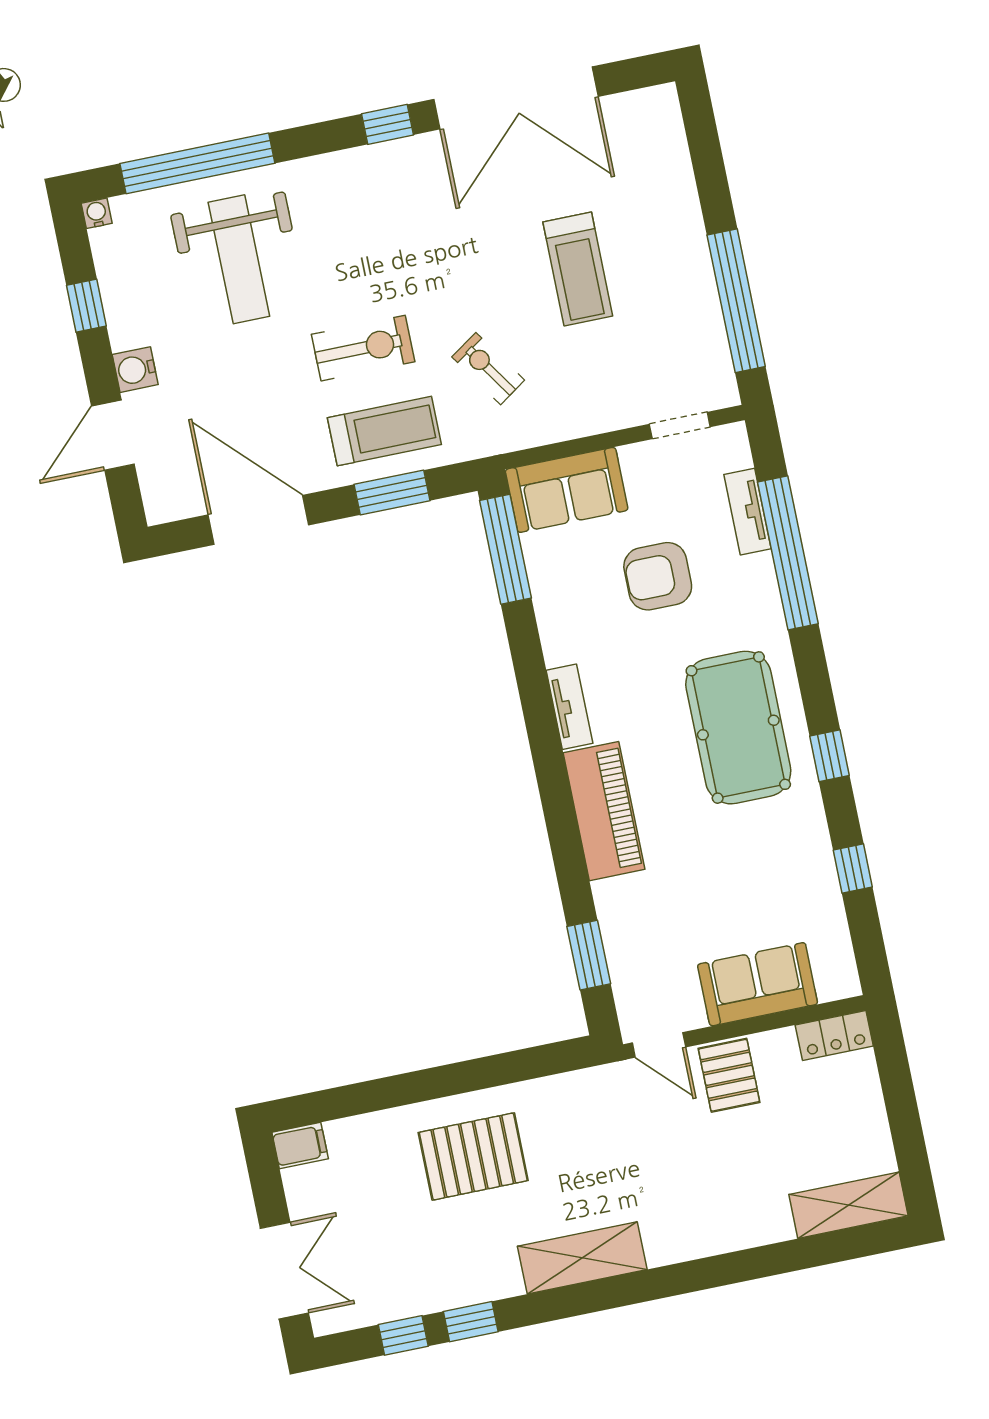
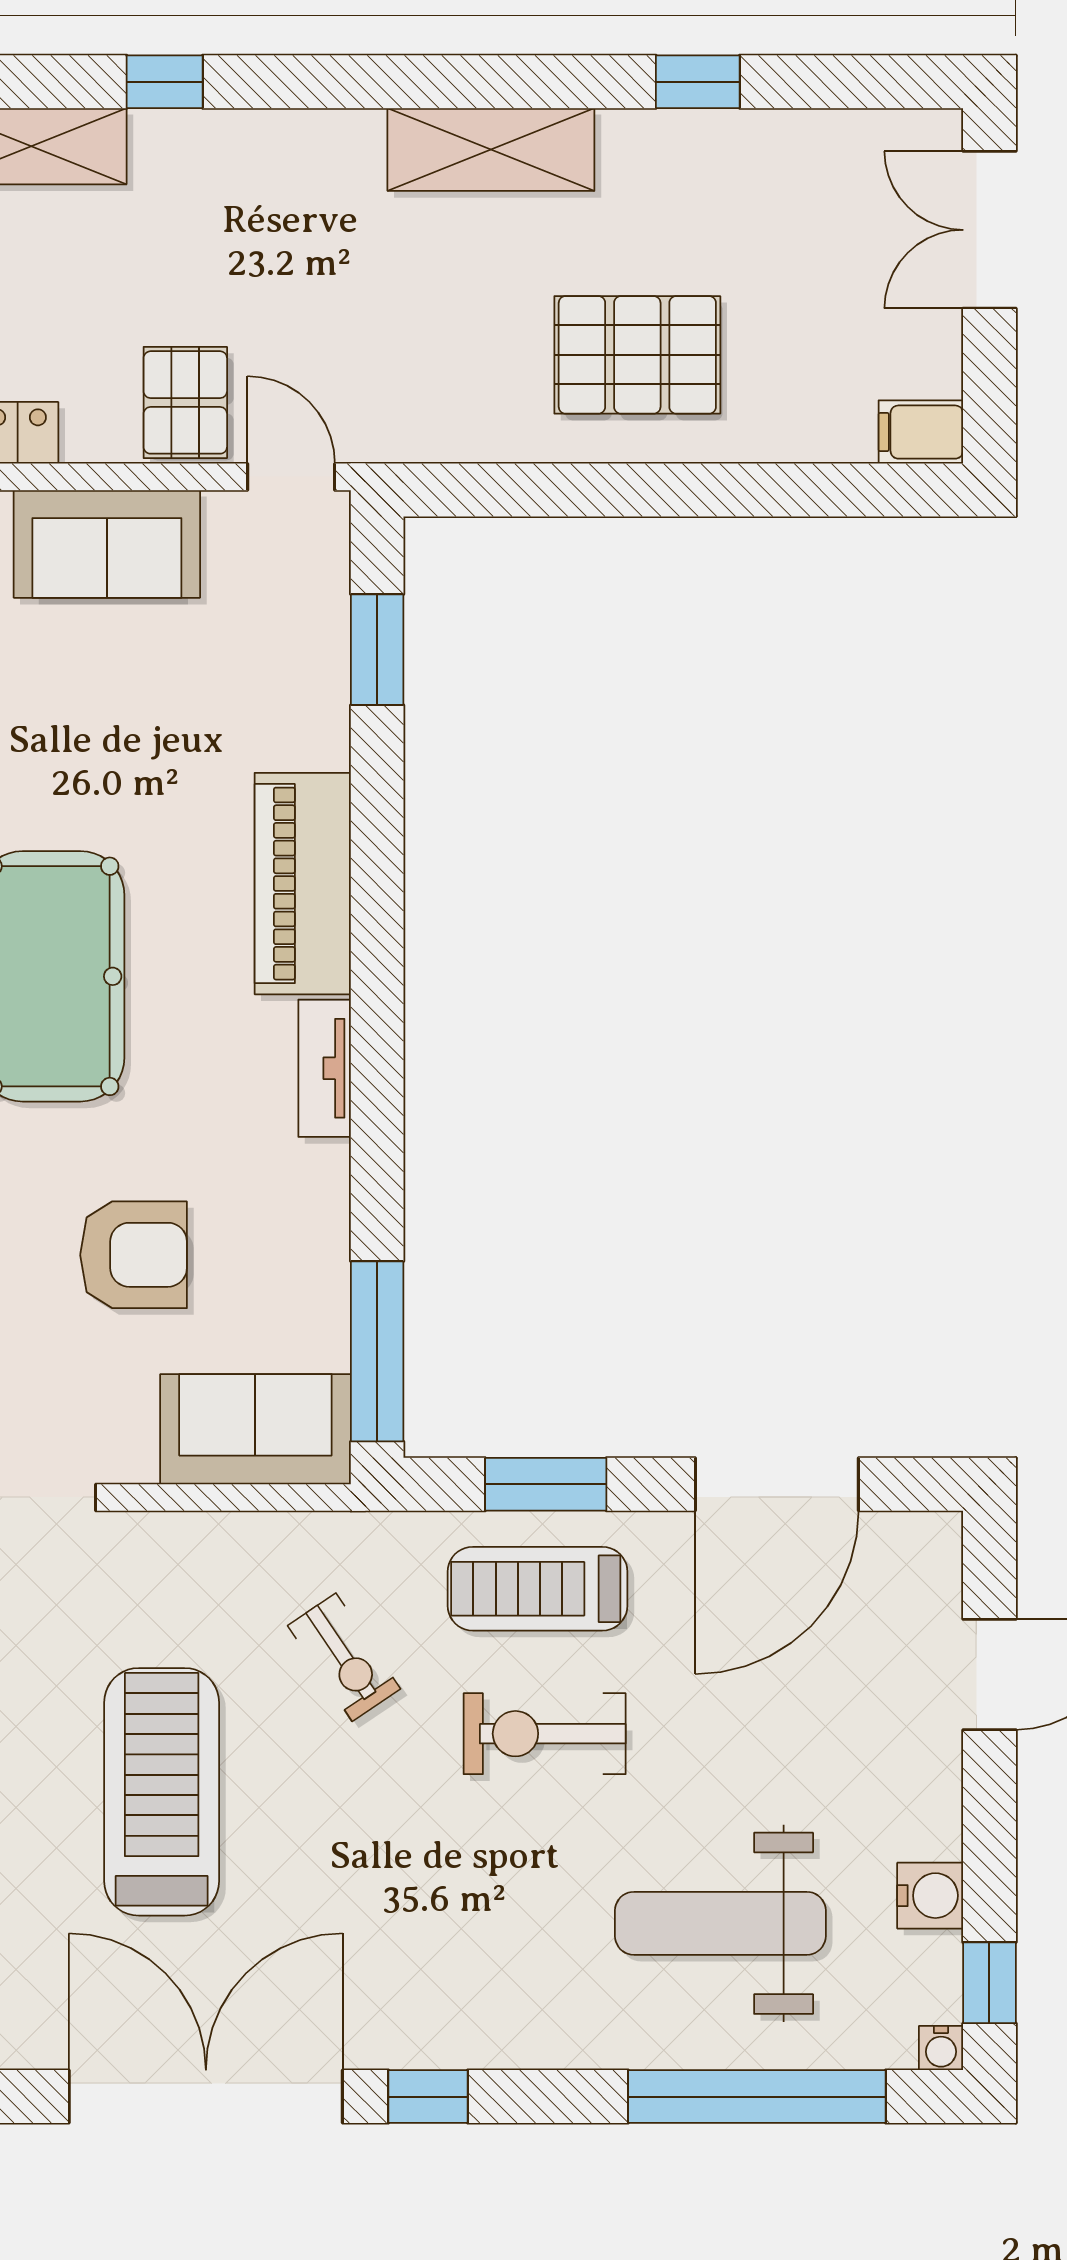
weight bench: (239, 259) -> (720, 1923), turned -90
treadmill: (578, 269) -> (162, 1792), width x1.37, depth x1.38
window: (86, 306) -> (989, 1983), moved
water cooler: (135, 370) -> (930, 1896), moved
door: (258, 520) -> (777, 1484), hinge flipped
window: (403, 1335) -> (165, 82), moved

